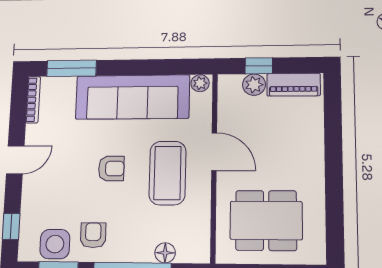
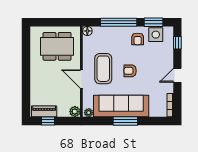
window: (259, 66) -> (48, 121), moved
window: (72, 68) -> (125, 121), moved
plant: (254, 85) -> (75, 112), moved
floor lamp: (165, 253) -> (87, 31), moved

